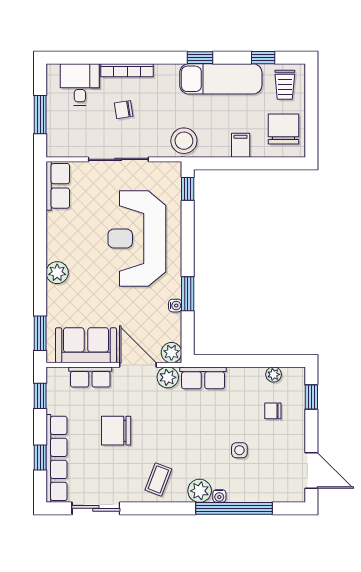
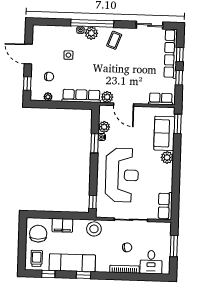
chair: (283, 129) -> (38, 234), turned 180
filing cabinet: (241, 145) -> (62, 225), width x2.00
sofa: (86, 345) -> (164, 133), moved, turned 90
plant: (171, 353) -> (104, 127), moved
row of seats: (90, 377) -> (161, 99), moved
row of seats: (203, 378) -> (81, 96), width x1.48
window: (40, 396) -> (179, 78), moved
chair: (116, 431) -> (137, 68), removed
door: (311, 471) -> (28, 54), moved
window: (234, 508) -> (92, 23), moved

